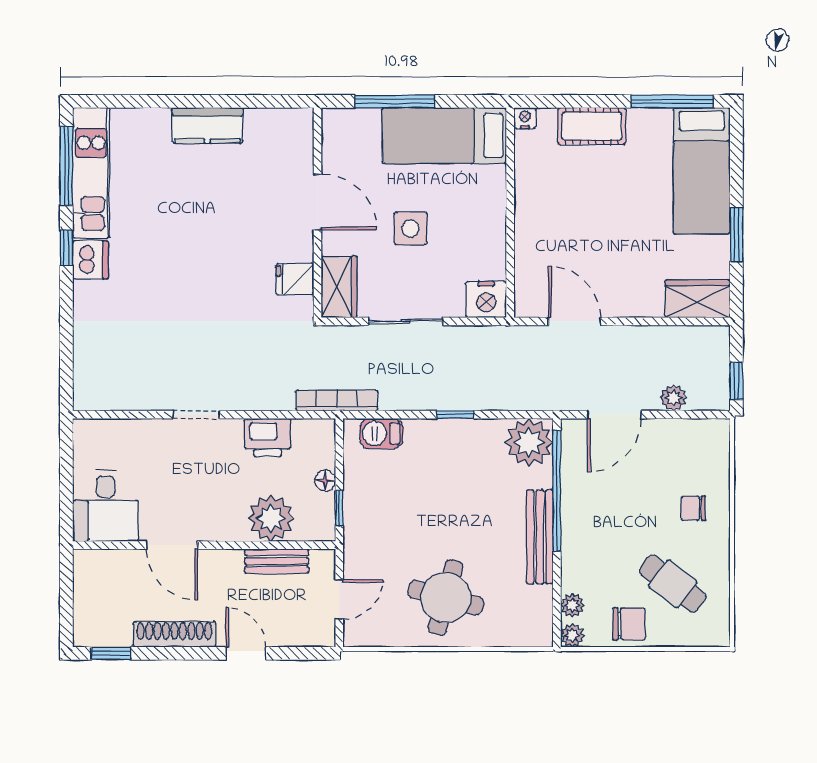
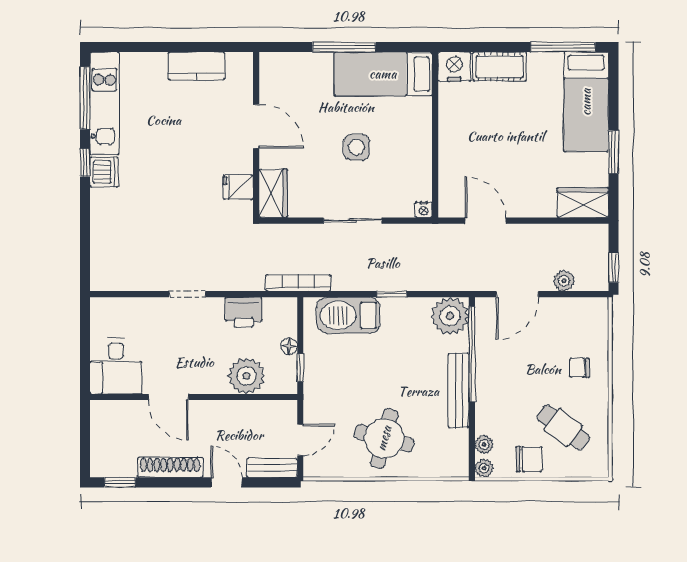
nightstand: (525, 118) -> (454, 67), width x1.89, depth x1.79
door: (318, 202) -> (256, 126), moved
wall: (318, 213) -> (256, 135), moved
fridge: (295, 279) -> (238, 187), moved
wardrobe: (339, 287) -> (273, 193), moved
nightstand: (486, 299) -> (424, 210), width x0.53, depth x0.56
barbecue: (381, 433) -> (348, 315), width x1.88, depth x1.53
bench: (277, 561) -> (272, 468), moved

